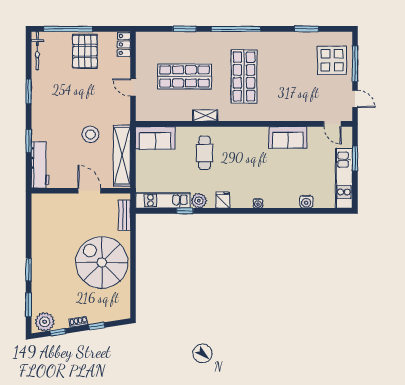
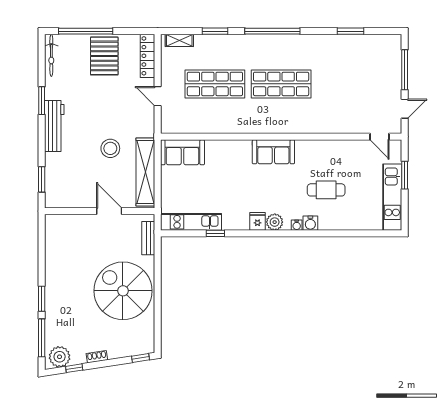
locker: (124, 44) -> (147, 56), width x1.53
display table: (332, 60) -> (379, 66), removed
shop shelf: (244, 76) -> (281, 84), turned 90
door: (355, 99) -> (405, 109), hinge flipped
shelving: (205, 116) -> (179, 40), moved
sofa: (288, 137) -> (273, 152), moved
window: (29, 141) -> (42, 179), moved
cafe table: (205, 153) -> (326, 190), moved, turned 90
workbench: (40, 165) -> (54, 126), moved
plant: (199, 201) -> (275, 222), moved
water cooler: (306, 202) -> (310, 223), moved
window: (29, 305) -> (42, 338), width x1.44
window: (97, 326) -> (140, 358), moved

